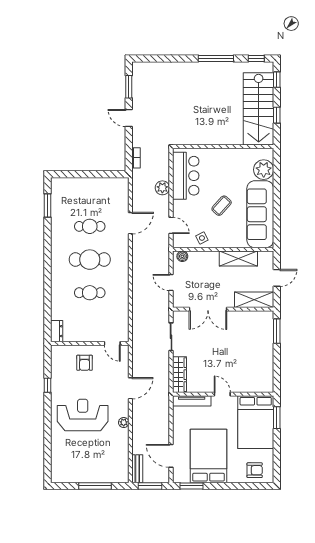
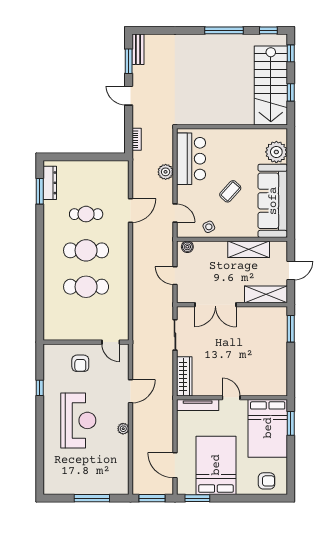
cafe table: (90, 293) -> (86, 287), width x1.37, depth x1.35
dresser: (57, 331) -> (50, 183), moved, width x1.44
reception desk: (83, 415) -> (78, 420), turned 90
bench: (137, 469) -> (138, 49), moved

